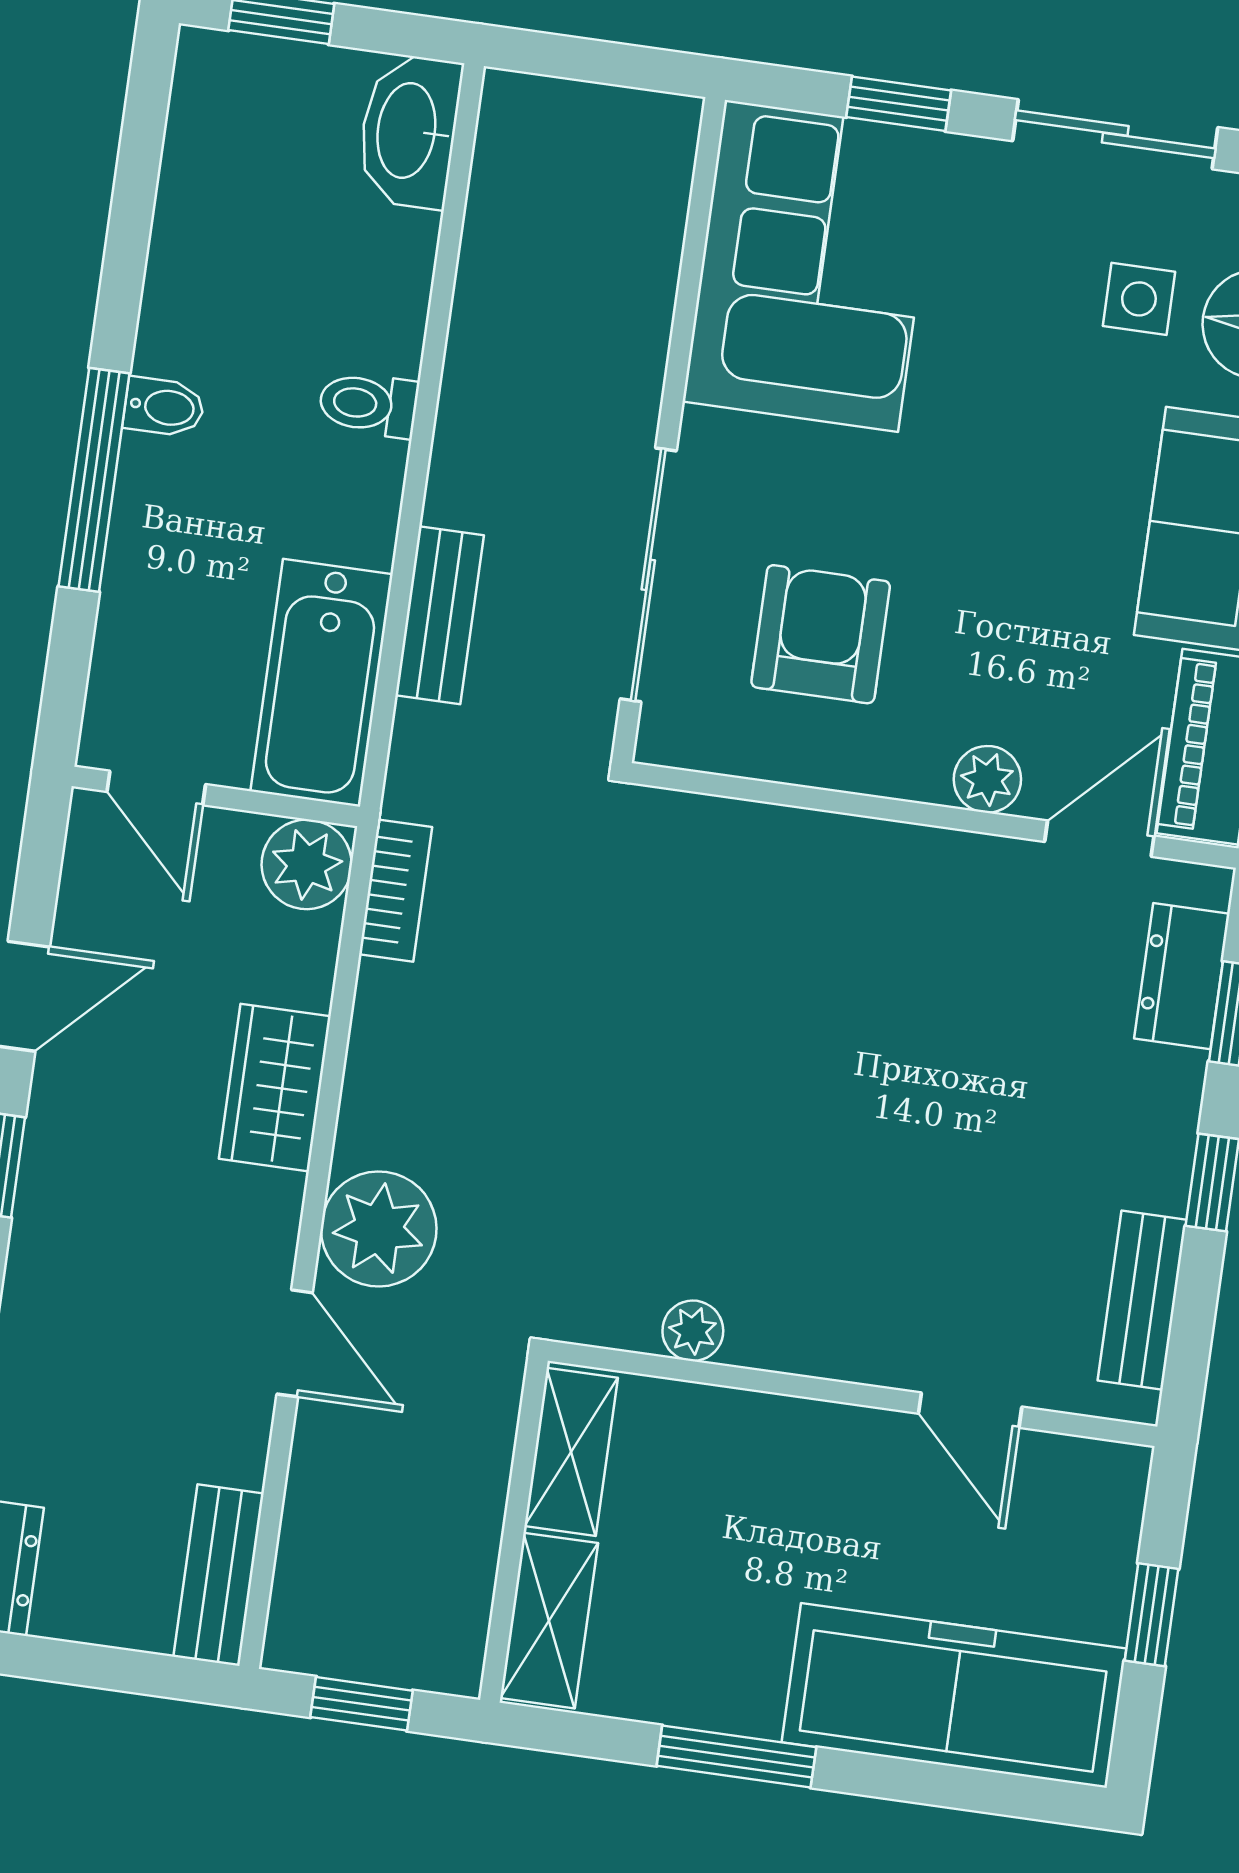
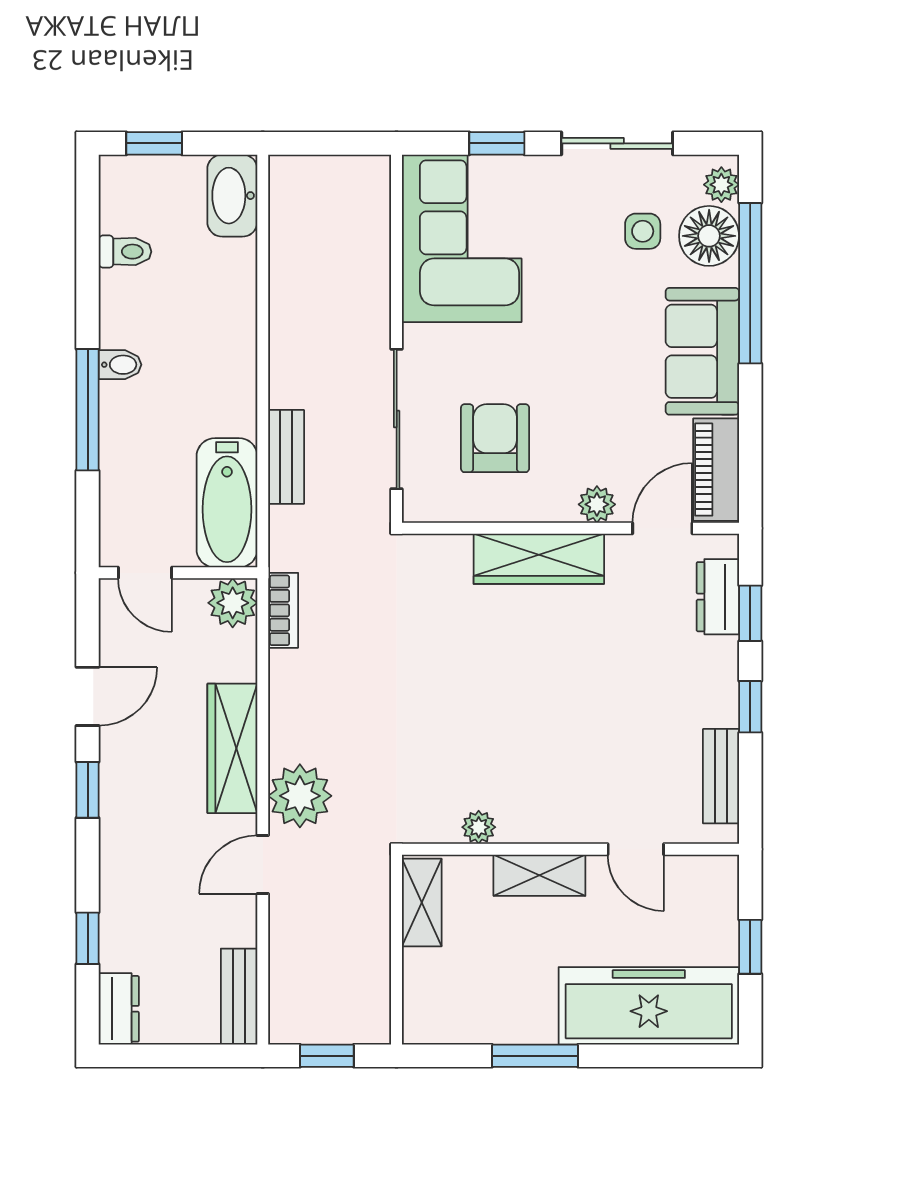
toilet: (368, 404) -> (125, 252), moved, turned 180
wardrobe: (869, 862) -> (539, 559), added
wardrobe: (275, 1088) -> (232, 748), width x1.50
door: (295, 1343) -> (263, 865), swing flipped
shelving: (549, 1621) -> (539, 875), moved, turned 90

